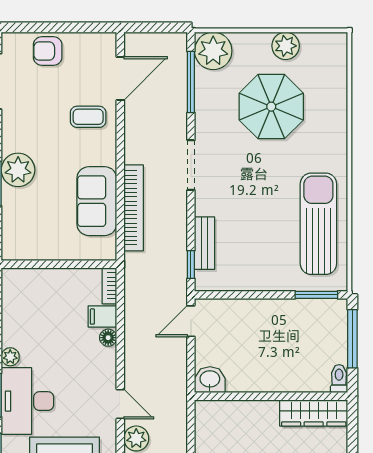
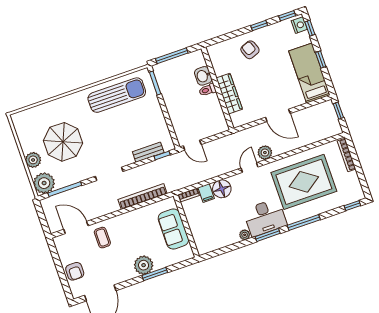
plant: (286, 46) -> (33, 160), moved
sofa: (97, 201) -> (173, 229), moved, turned 90
sun lounger: (318, 224) -> (117, 95), turned 180
floor lamp: (108, 338) -> (222, 189), width x1.89, depth x1.89
toilet: (339, 379) -> (207, 90), moved
washbasin: (210, 380) -> (203, 76), moved
wardrobe: (314, 413) -> (229, 94), moved

